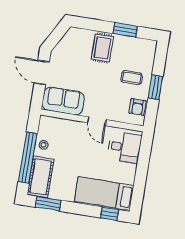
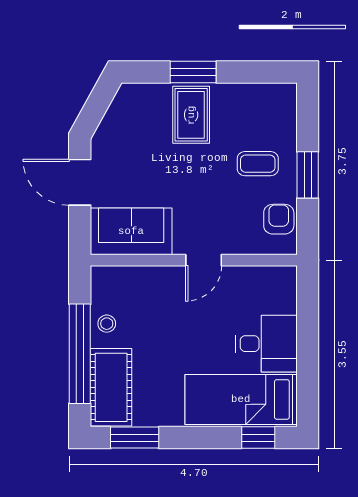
window: (125, 30) -> (193, 72), moved
armchair: (138, 107) -> (279, 219), turned 180
door: (97, 121) -> (204, 260), hinge flipped
desk: (125, 147) -> (266, 344), moved

